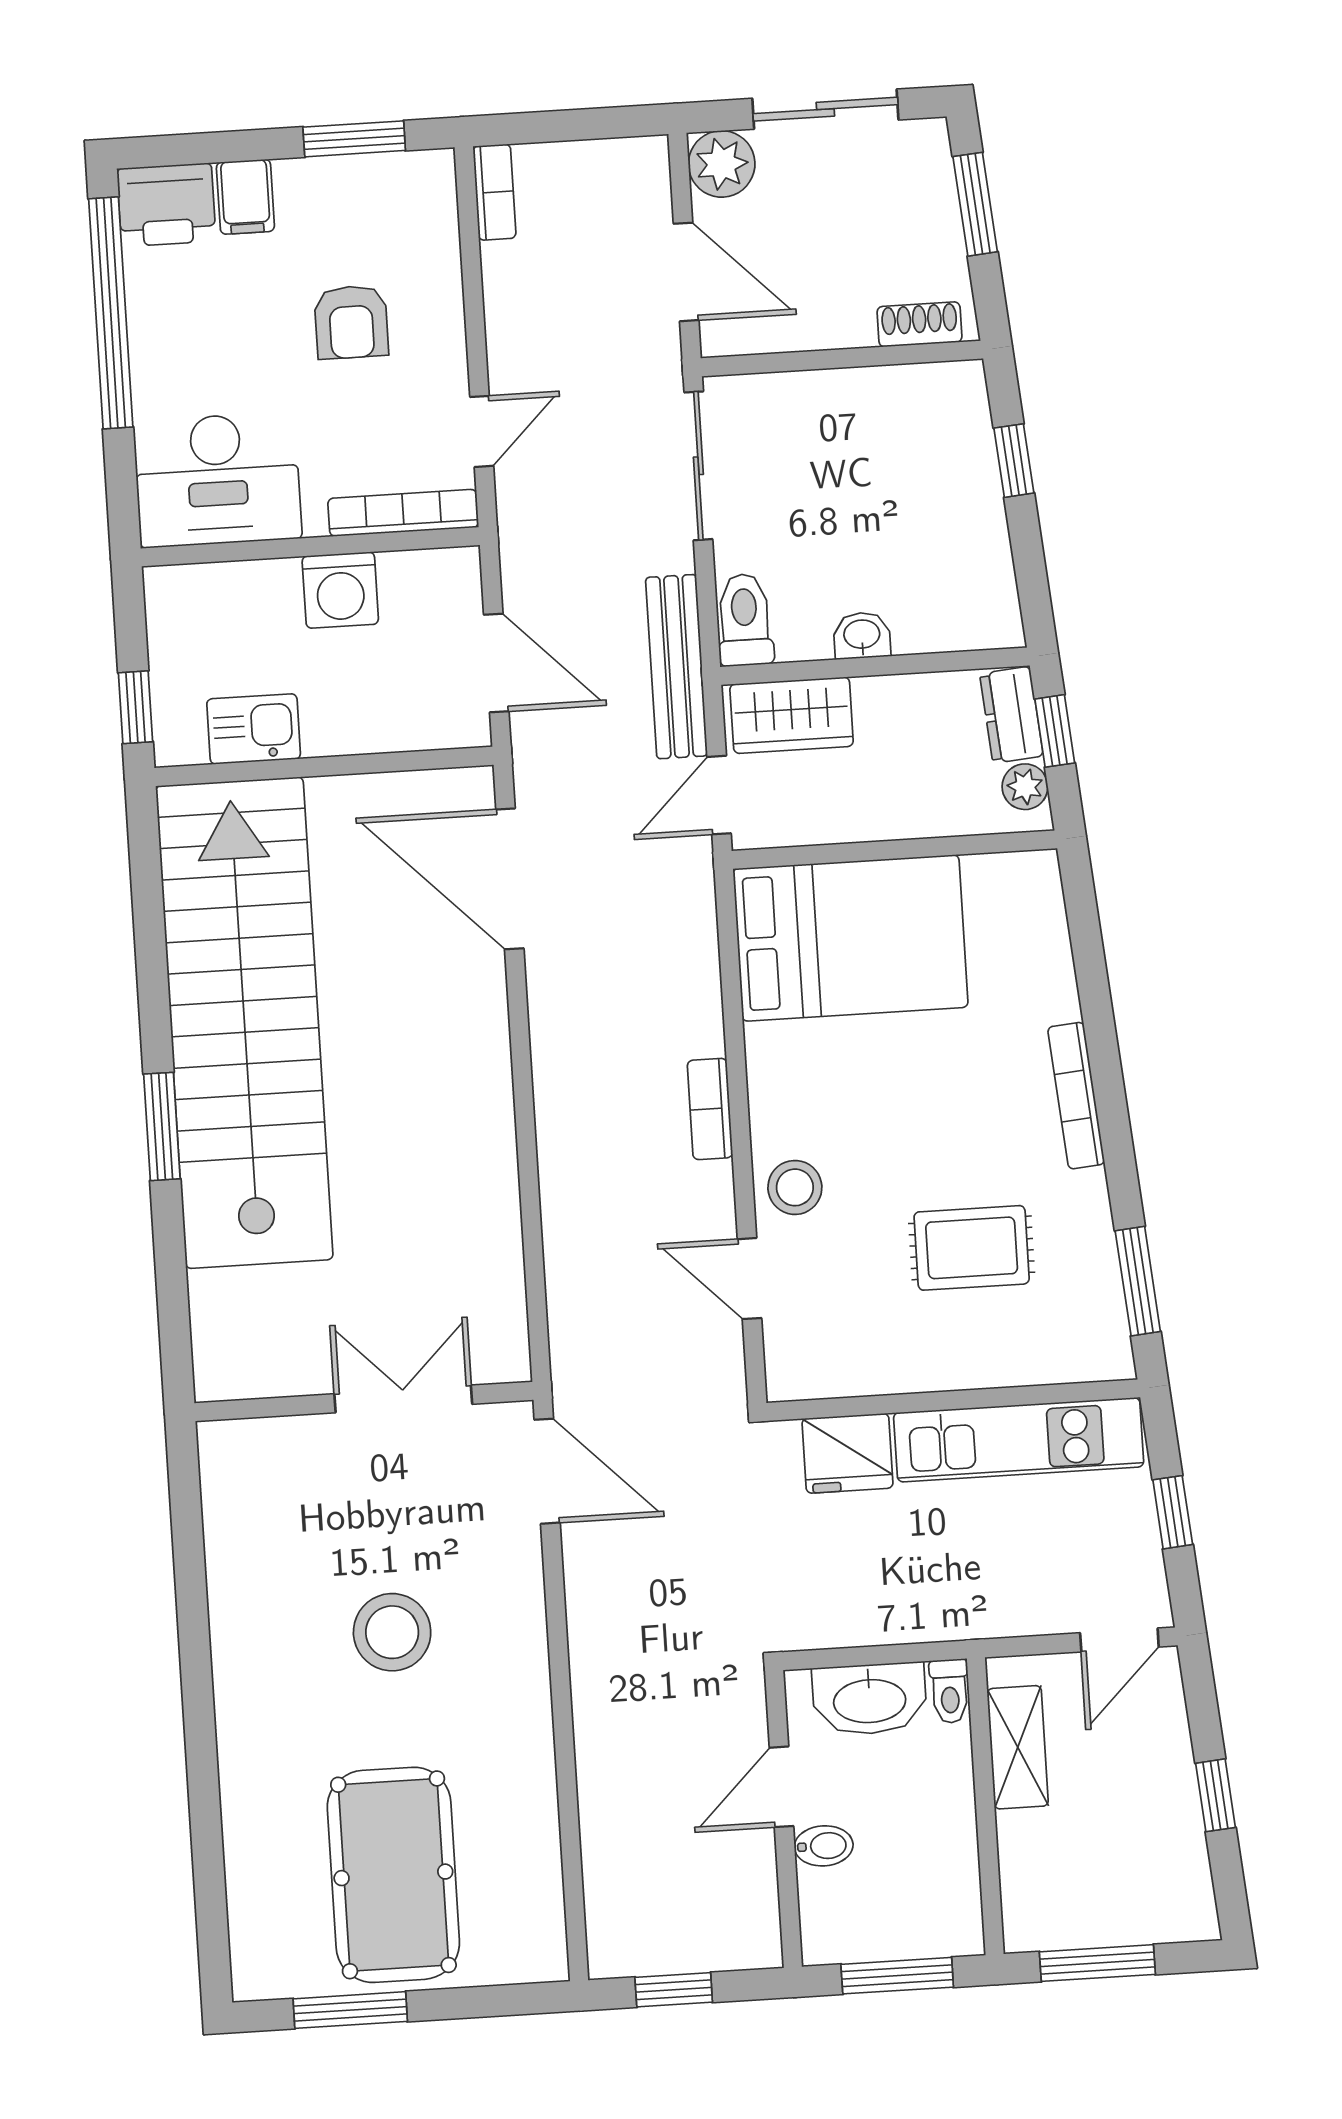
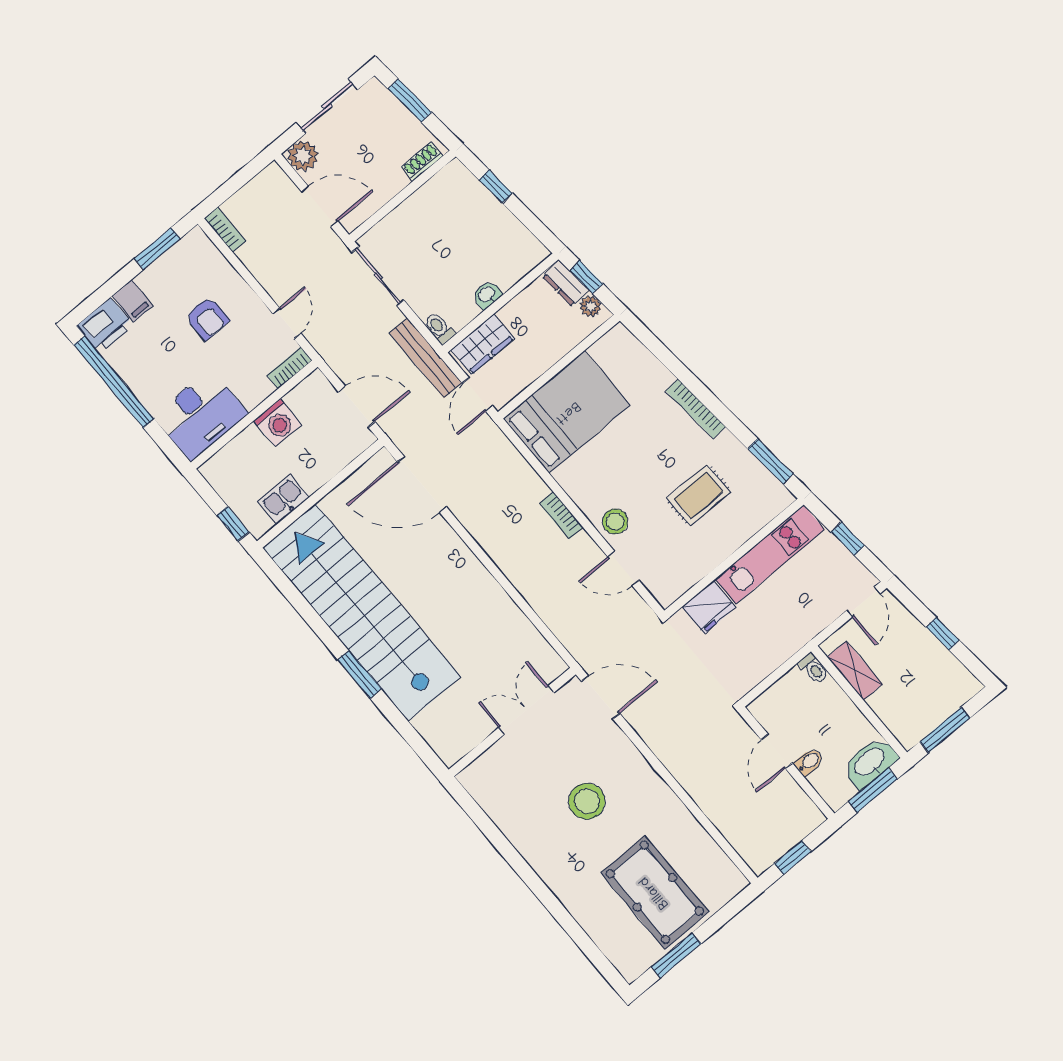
bookcase: (403, 513) -> (289, 368), width x0.64
toilet: (745, 620) -> (439, 328), width x0.73, depth x0.72
washbasin: (870, 1699) -> (870, 763), moved, turned 180

